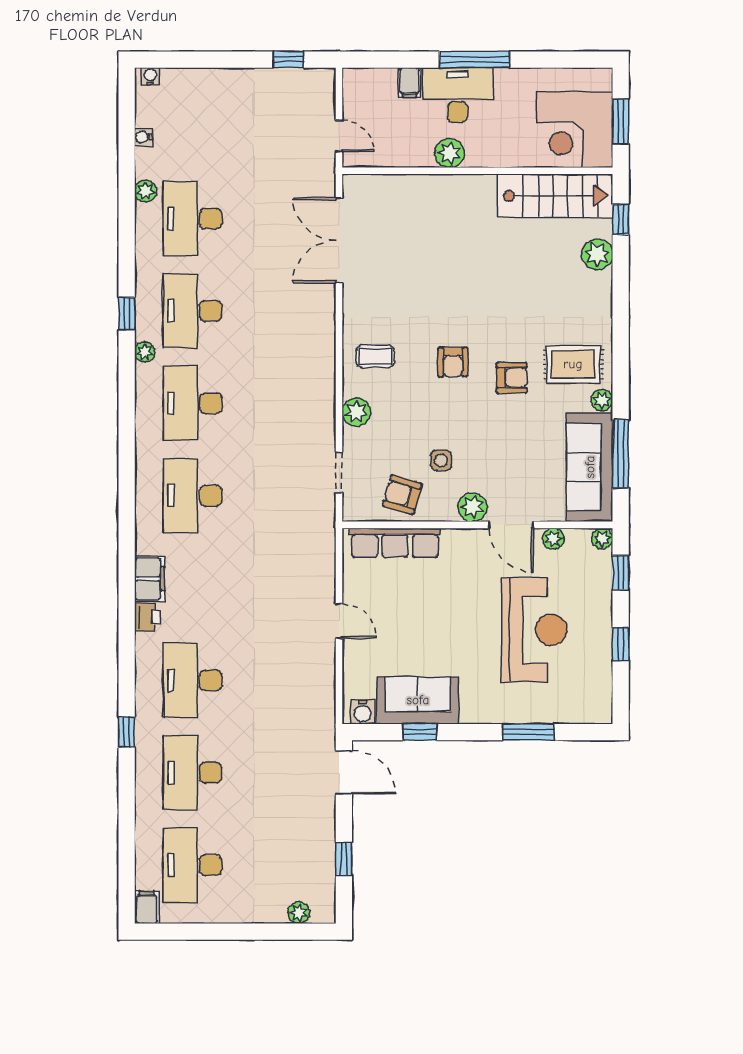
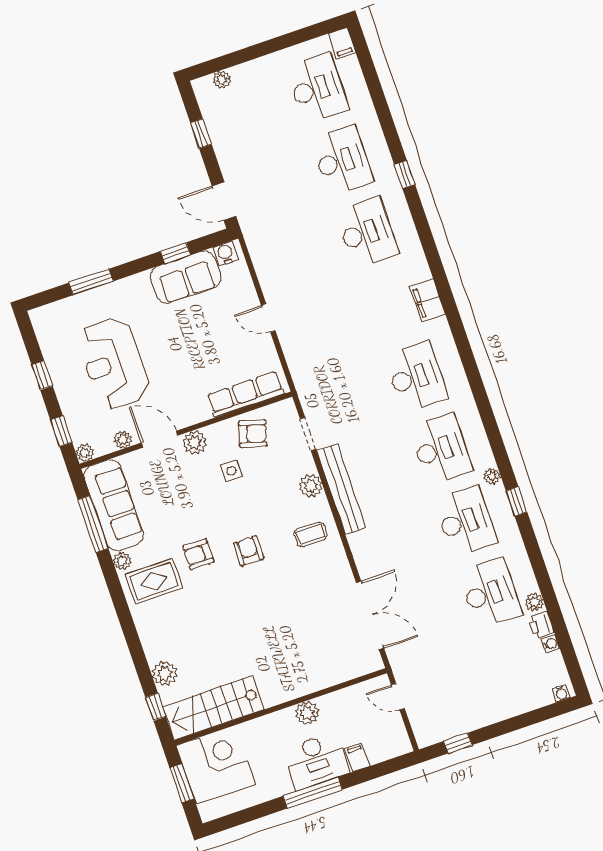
bench: (322, 397) -> (341, 489), added
printer: (147, 617) -> (541, 625), moved

